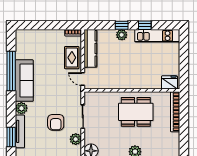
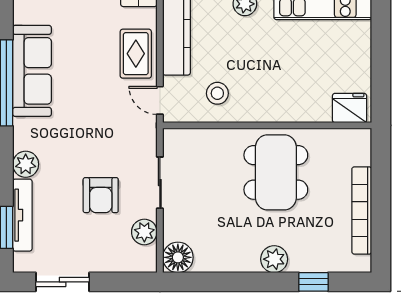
stool: (109, 76) -> (217, 93), added
sofa: (24, 81) -> (32, 71), moved
dining table: (136, 112) -> (276, 172), turned 90
bookcase: (175, 112) -> (362, 210), moved

